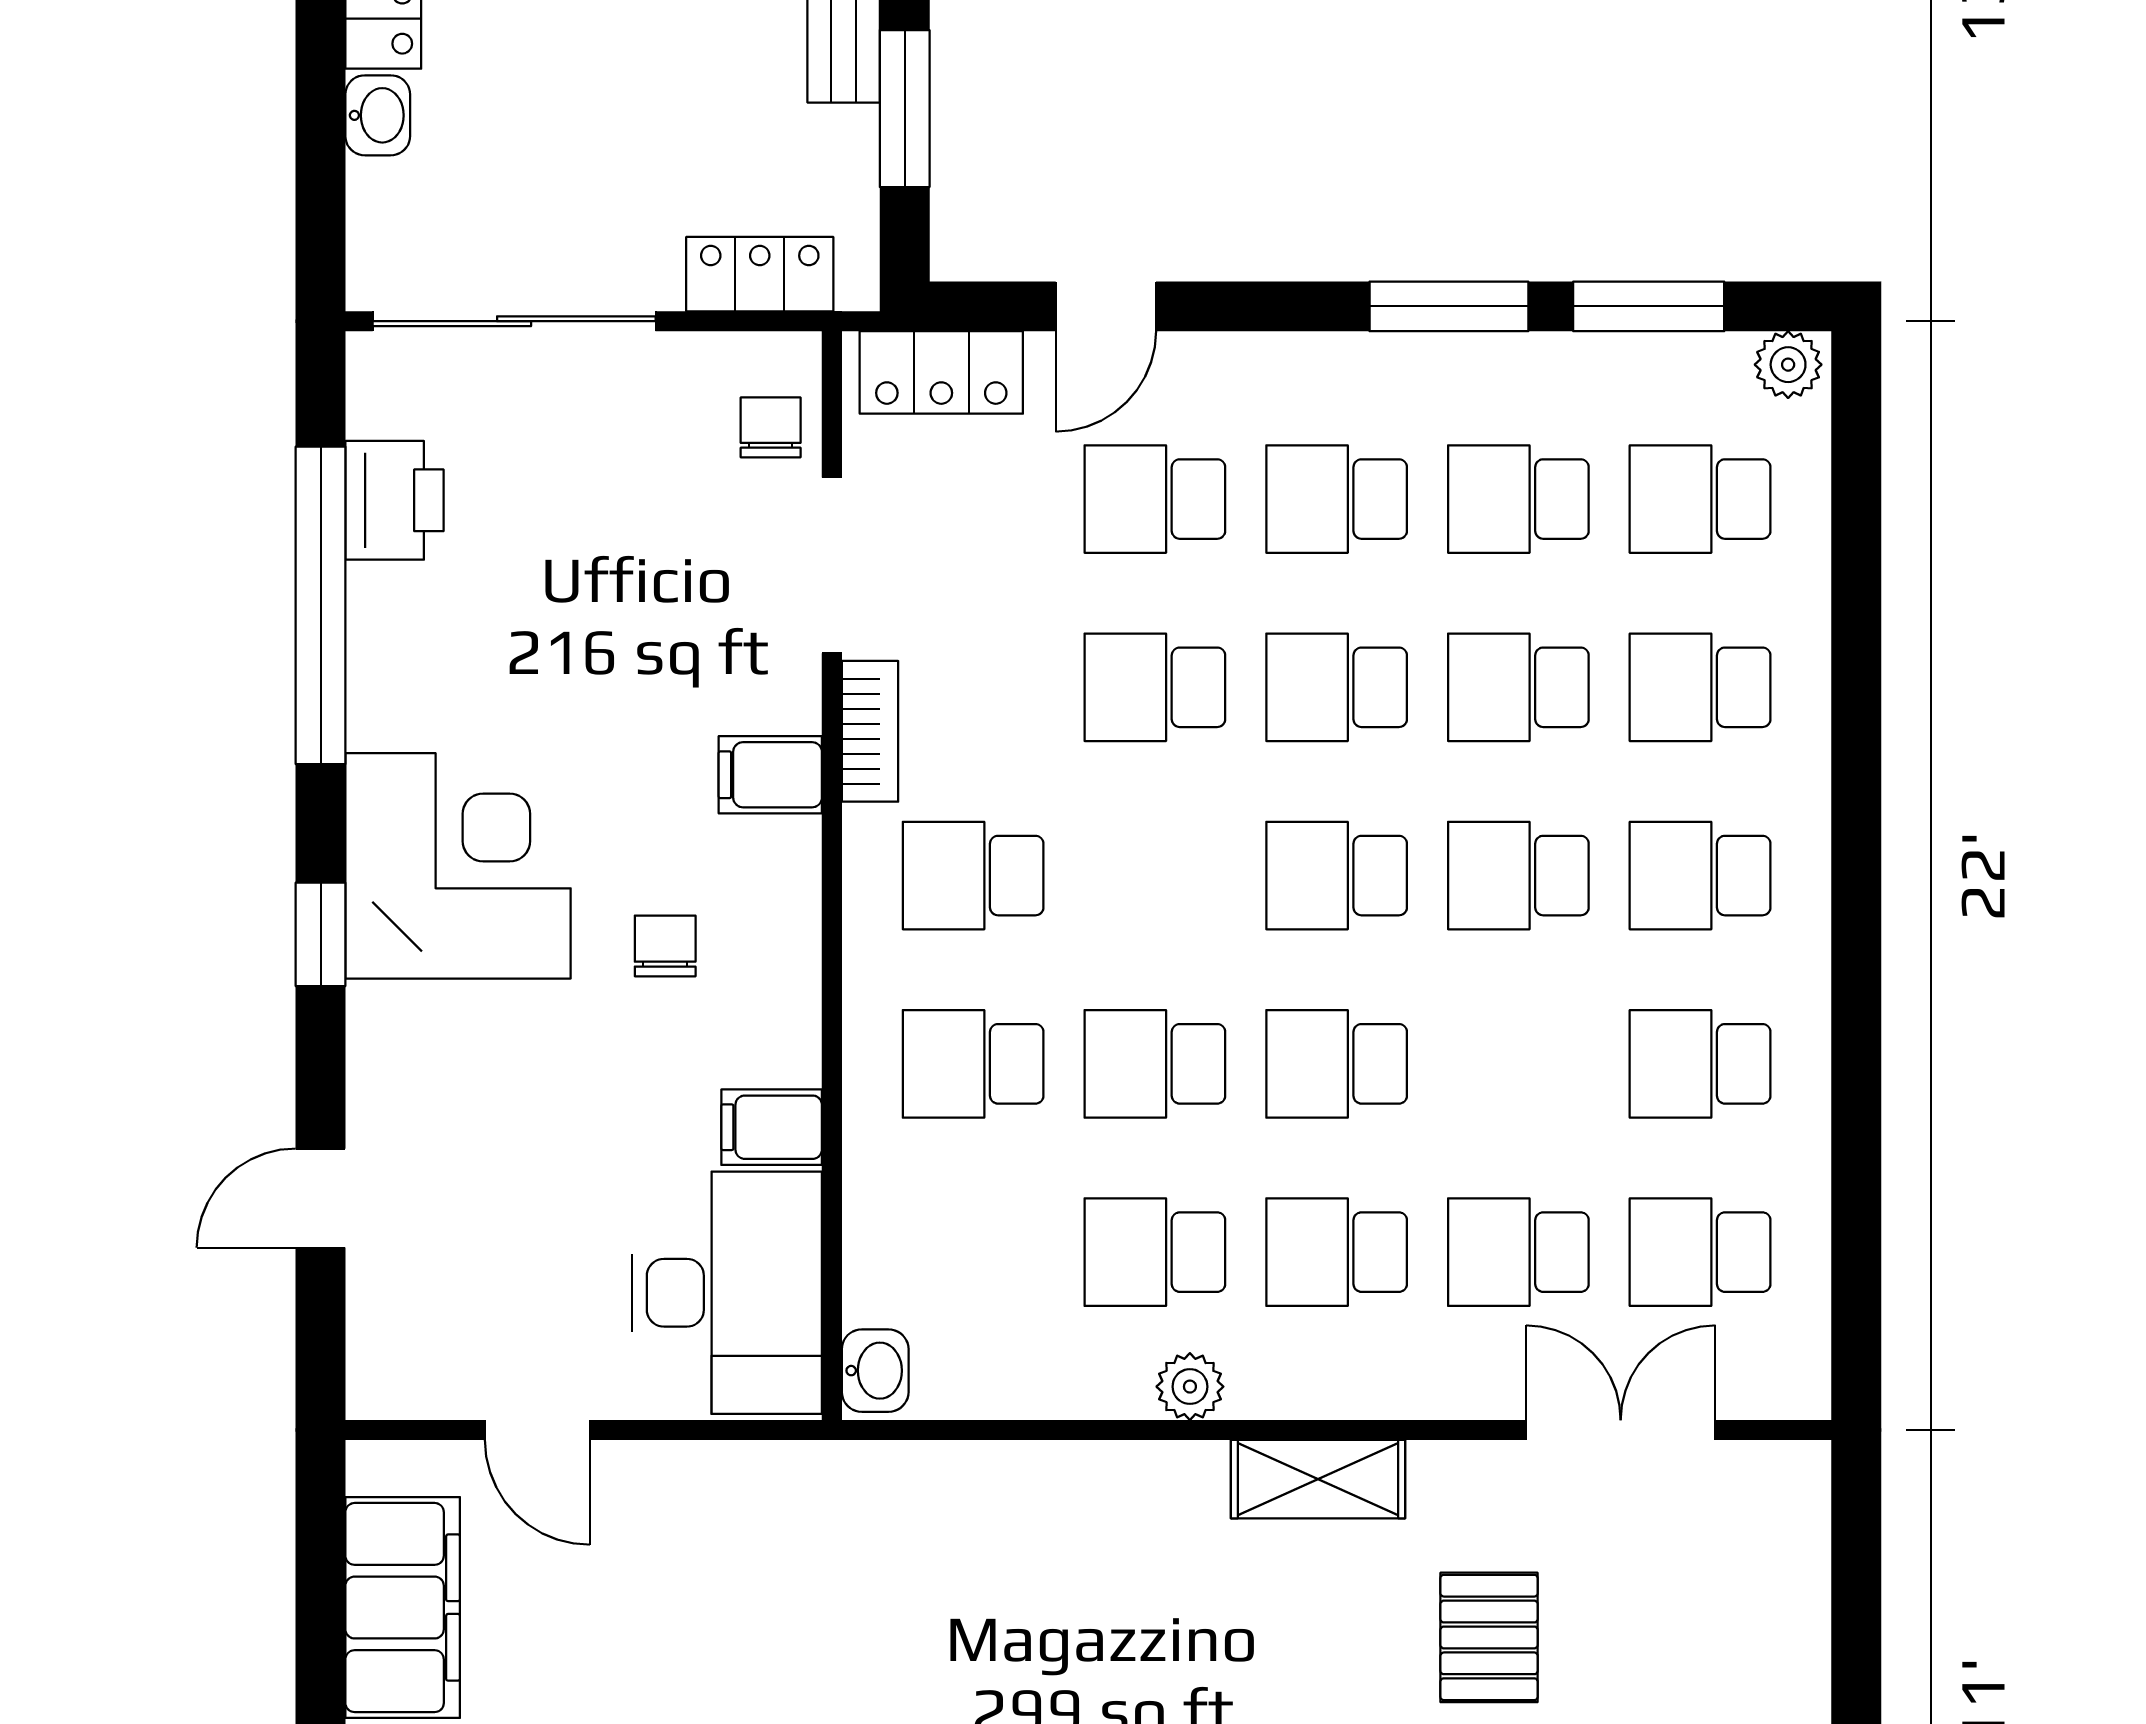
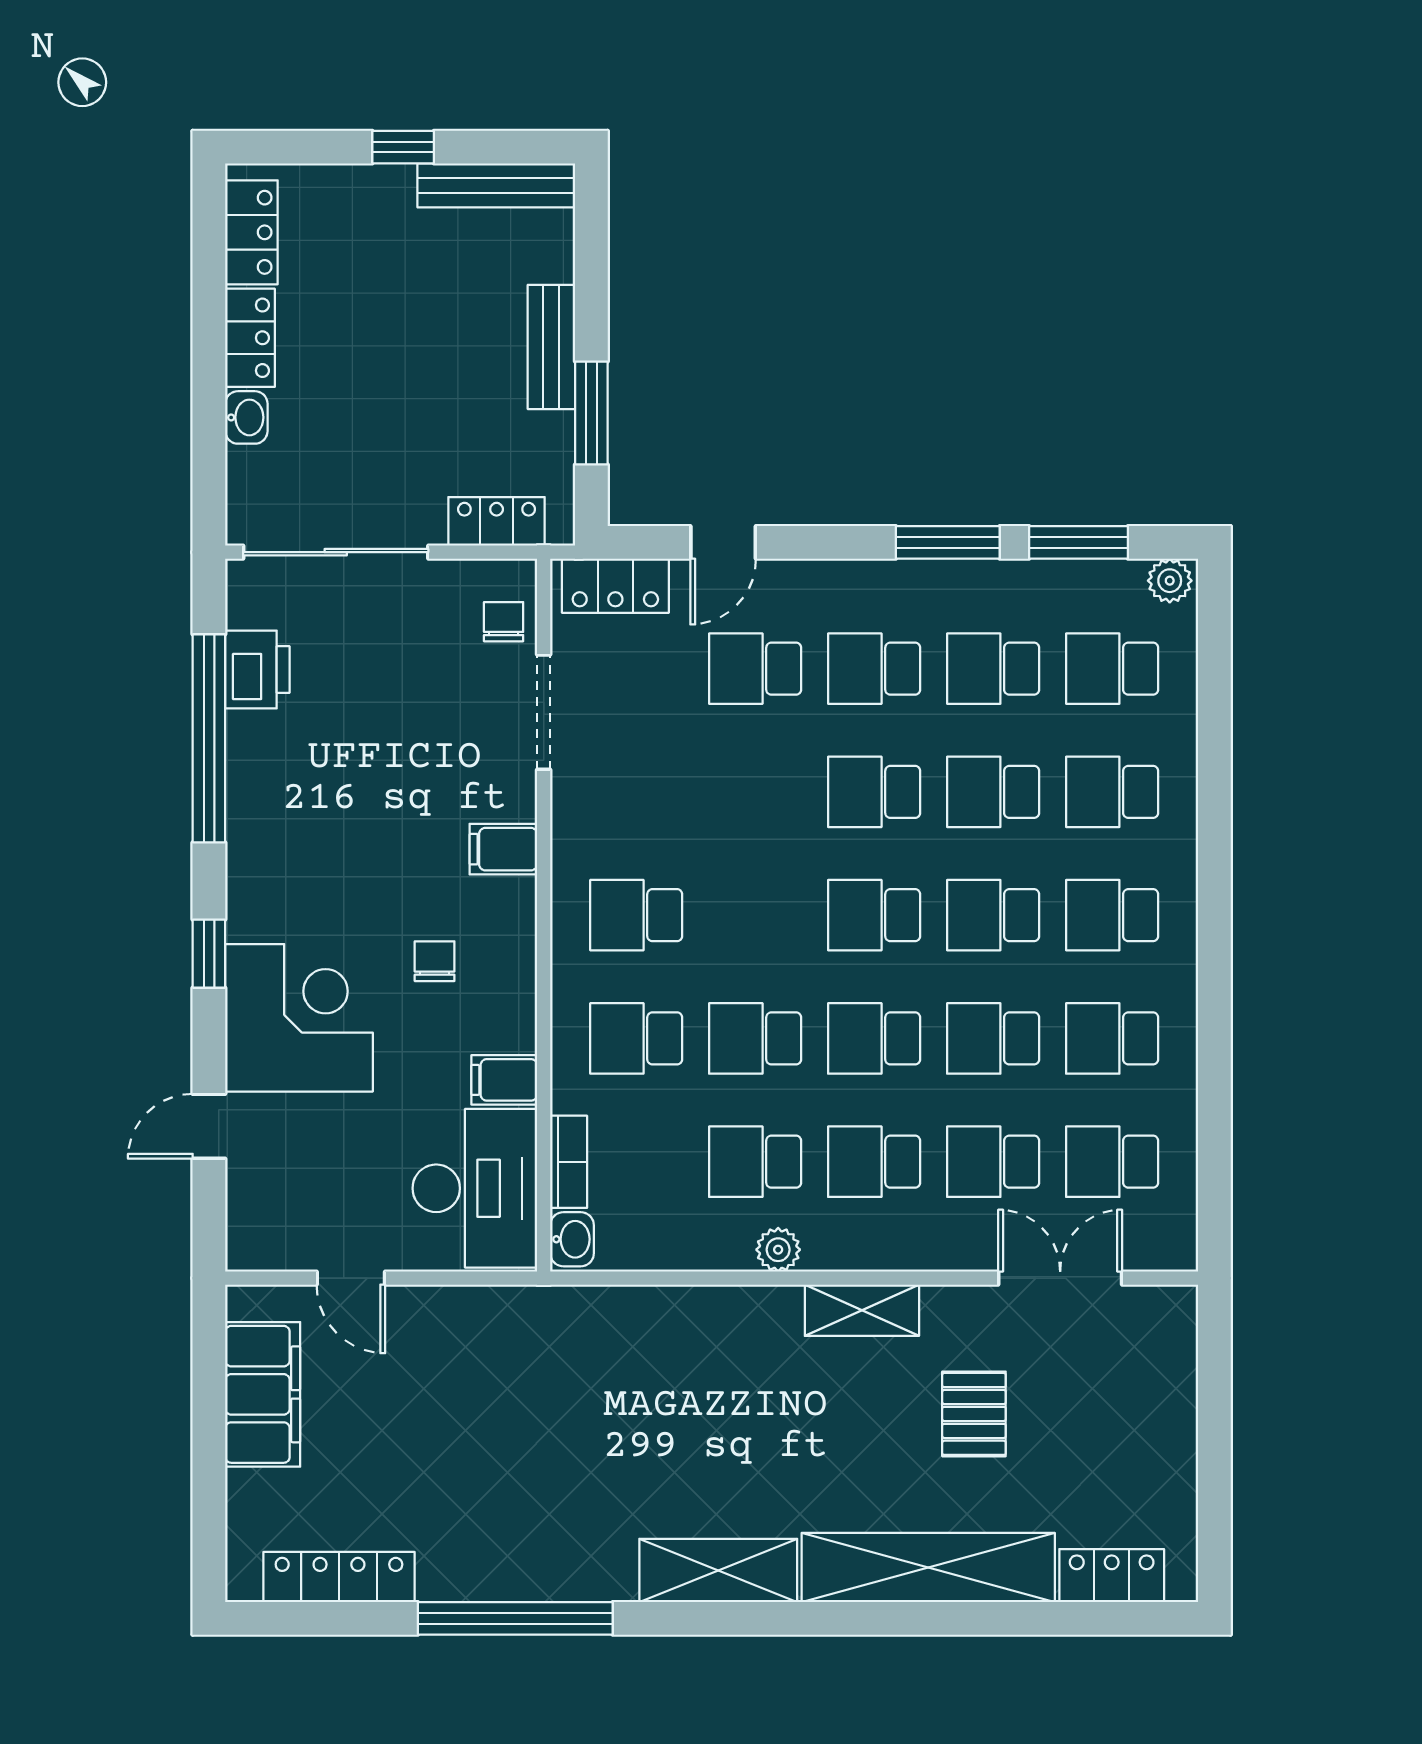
school desk: (1155, 687) -> (993, 1038), moved
bookcase: (870, 731) -> (569, 1162), moved
corner desk: (458, 866) -> (299, 1018), moved

